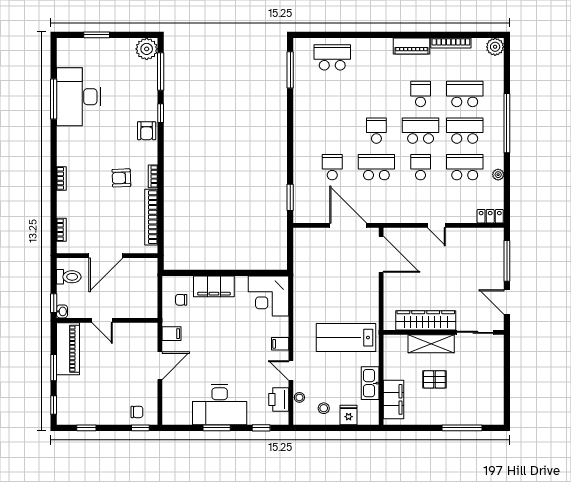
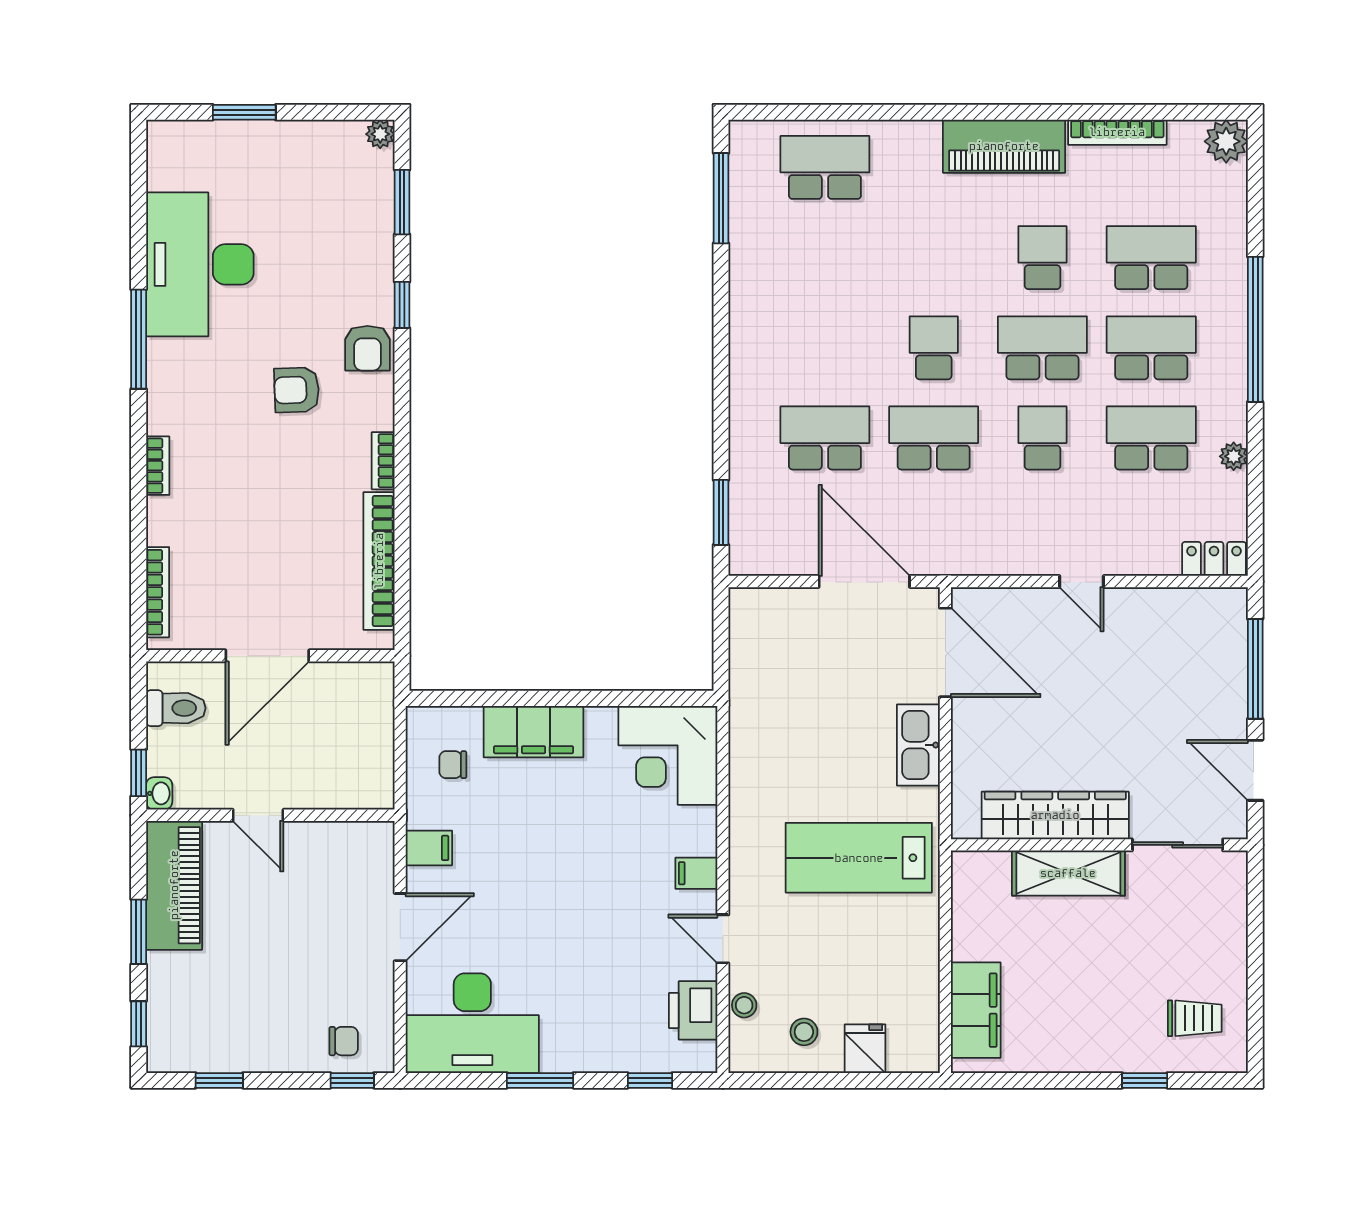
piano: (412, 46) -> (1004, 146), width x1.37, depth x1.33
plant: (147, 49) -> (380, 134), width x0.53, depth x0.53
window: (161, 71) -> (402, 202), width x0.69
window: (54, 99) -> (139, 339), moved
school desk: (332, 167) -> (825, 438), width x1.85
armchair: (121, 178) -> (297, 390), moved
bookcase: (61, 230) -> (158, 592), width x1.56
pallet: (434, 379) -> (1077, 961), removed
kitchen sink: (370, 383) -> (918, 745), moved
trolley: (482, 403) -> (1195, 1018), added
desk: (220, 405) -> (472, 1023), moved
window: (462, 428) -> (1145, 1080), width x0.46

